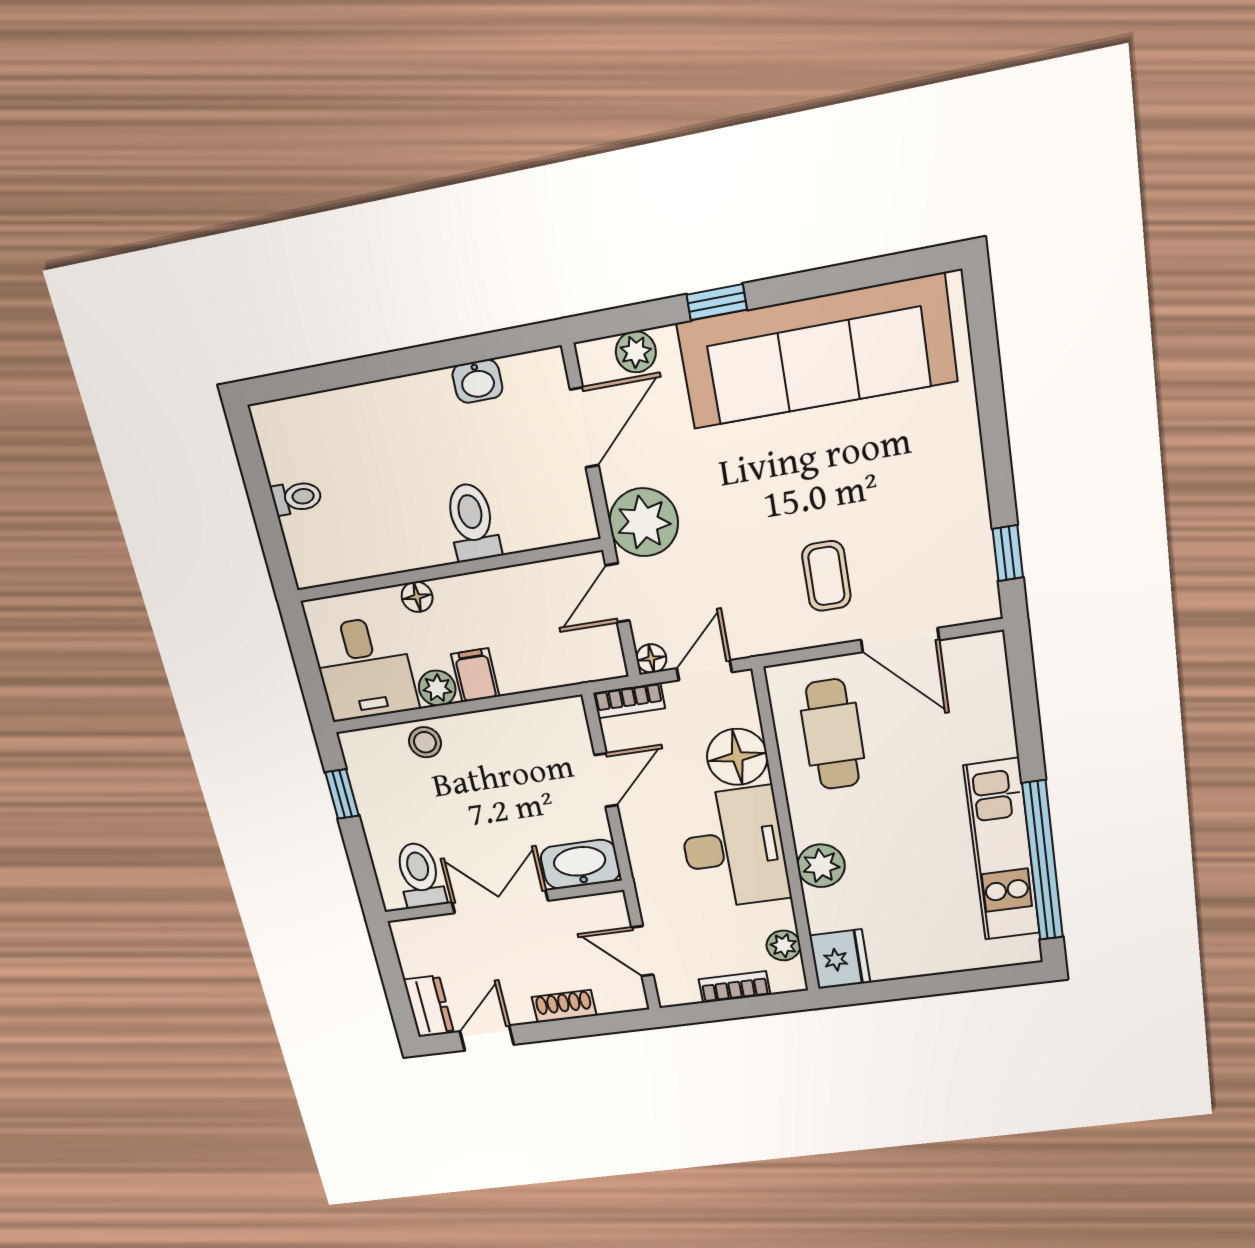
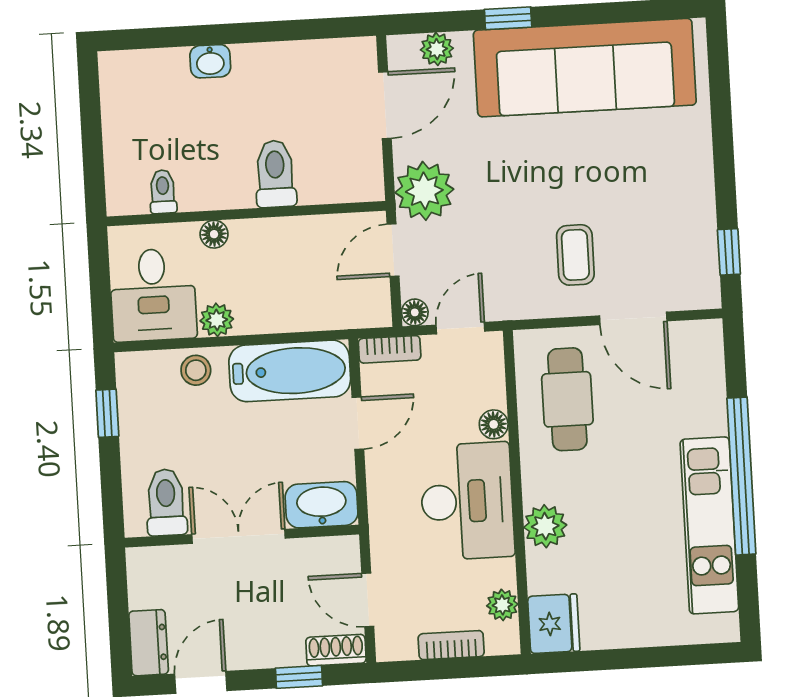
washbasin: (477, 381) -> (210, 61), moved
toilet: (297, 497) -> (163, 192), moved, turned -90
filing cabinet: (475, 675) -> (254, 312), removed
bathtub: (525, 733) -> (290, 371), added
floor lamp: (737, 757) -> (494, 424), width x0.53, depth x0.53
window: (1043, 861) -> (741, 476), moved
shoe rack: (564, 1006) -> (336, 650), moved
window: (584, 1027) -> (299, 677), added

